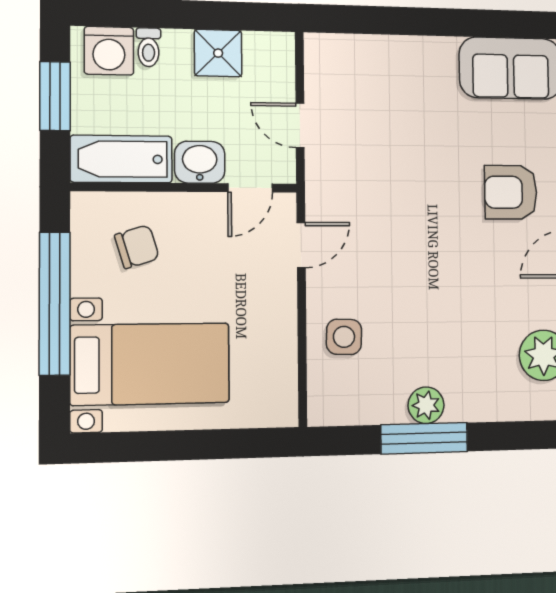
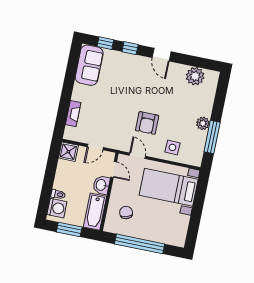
fireplace: (376, 49) -> (73, 114), added
shower: (218, 53) -> (68, 152), moved
armchair: (511, 192) -> (147, 123), moved
bed with nightstands: (150, 364) -> (169, 187), moved, turned -90
window: (424, 438) -> (212, 137), moved

